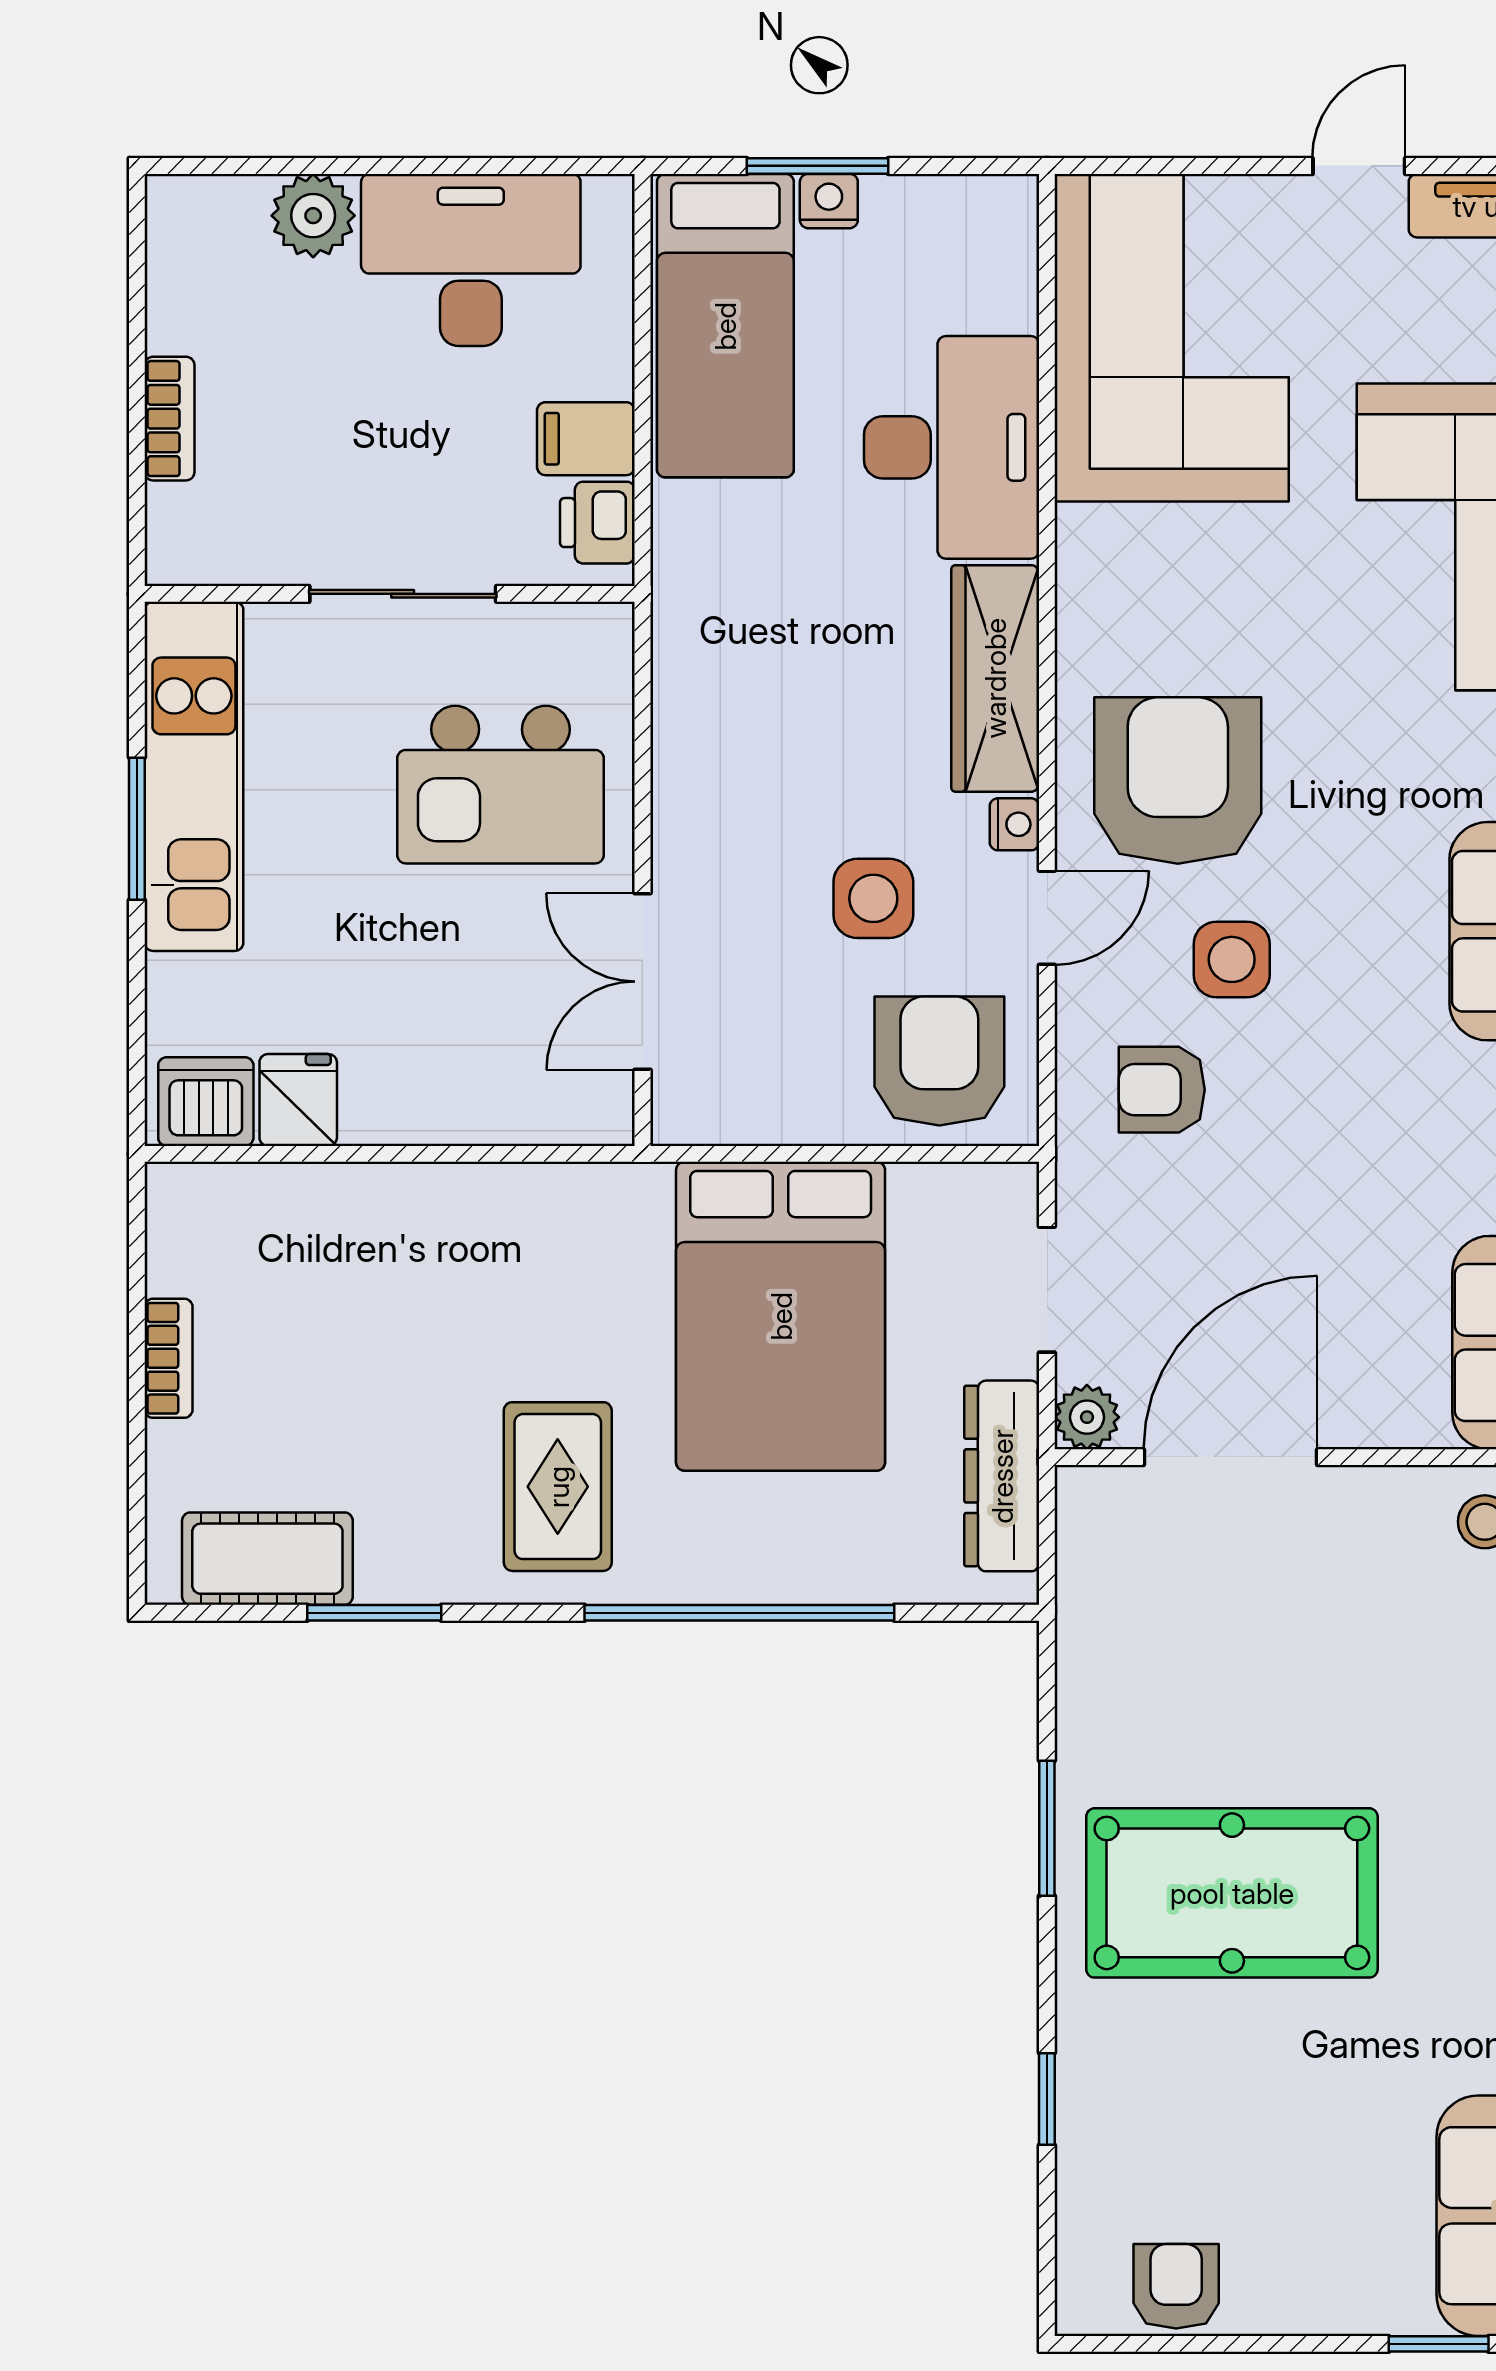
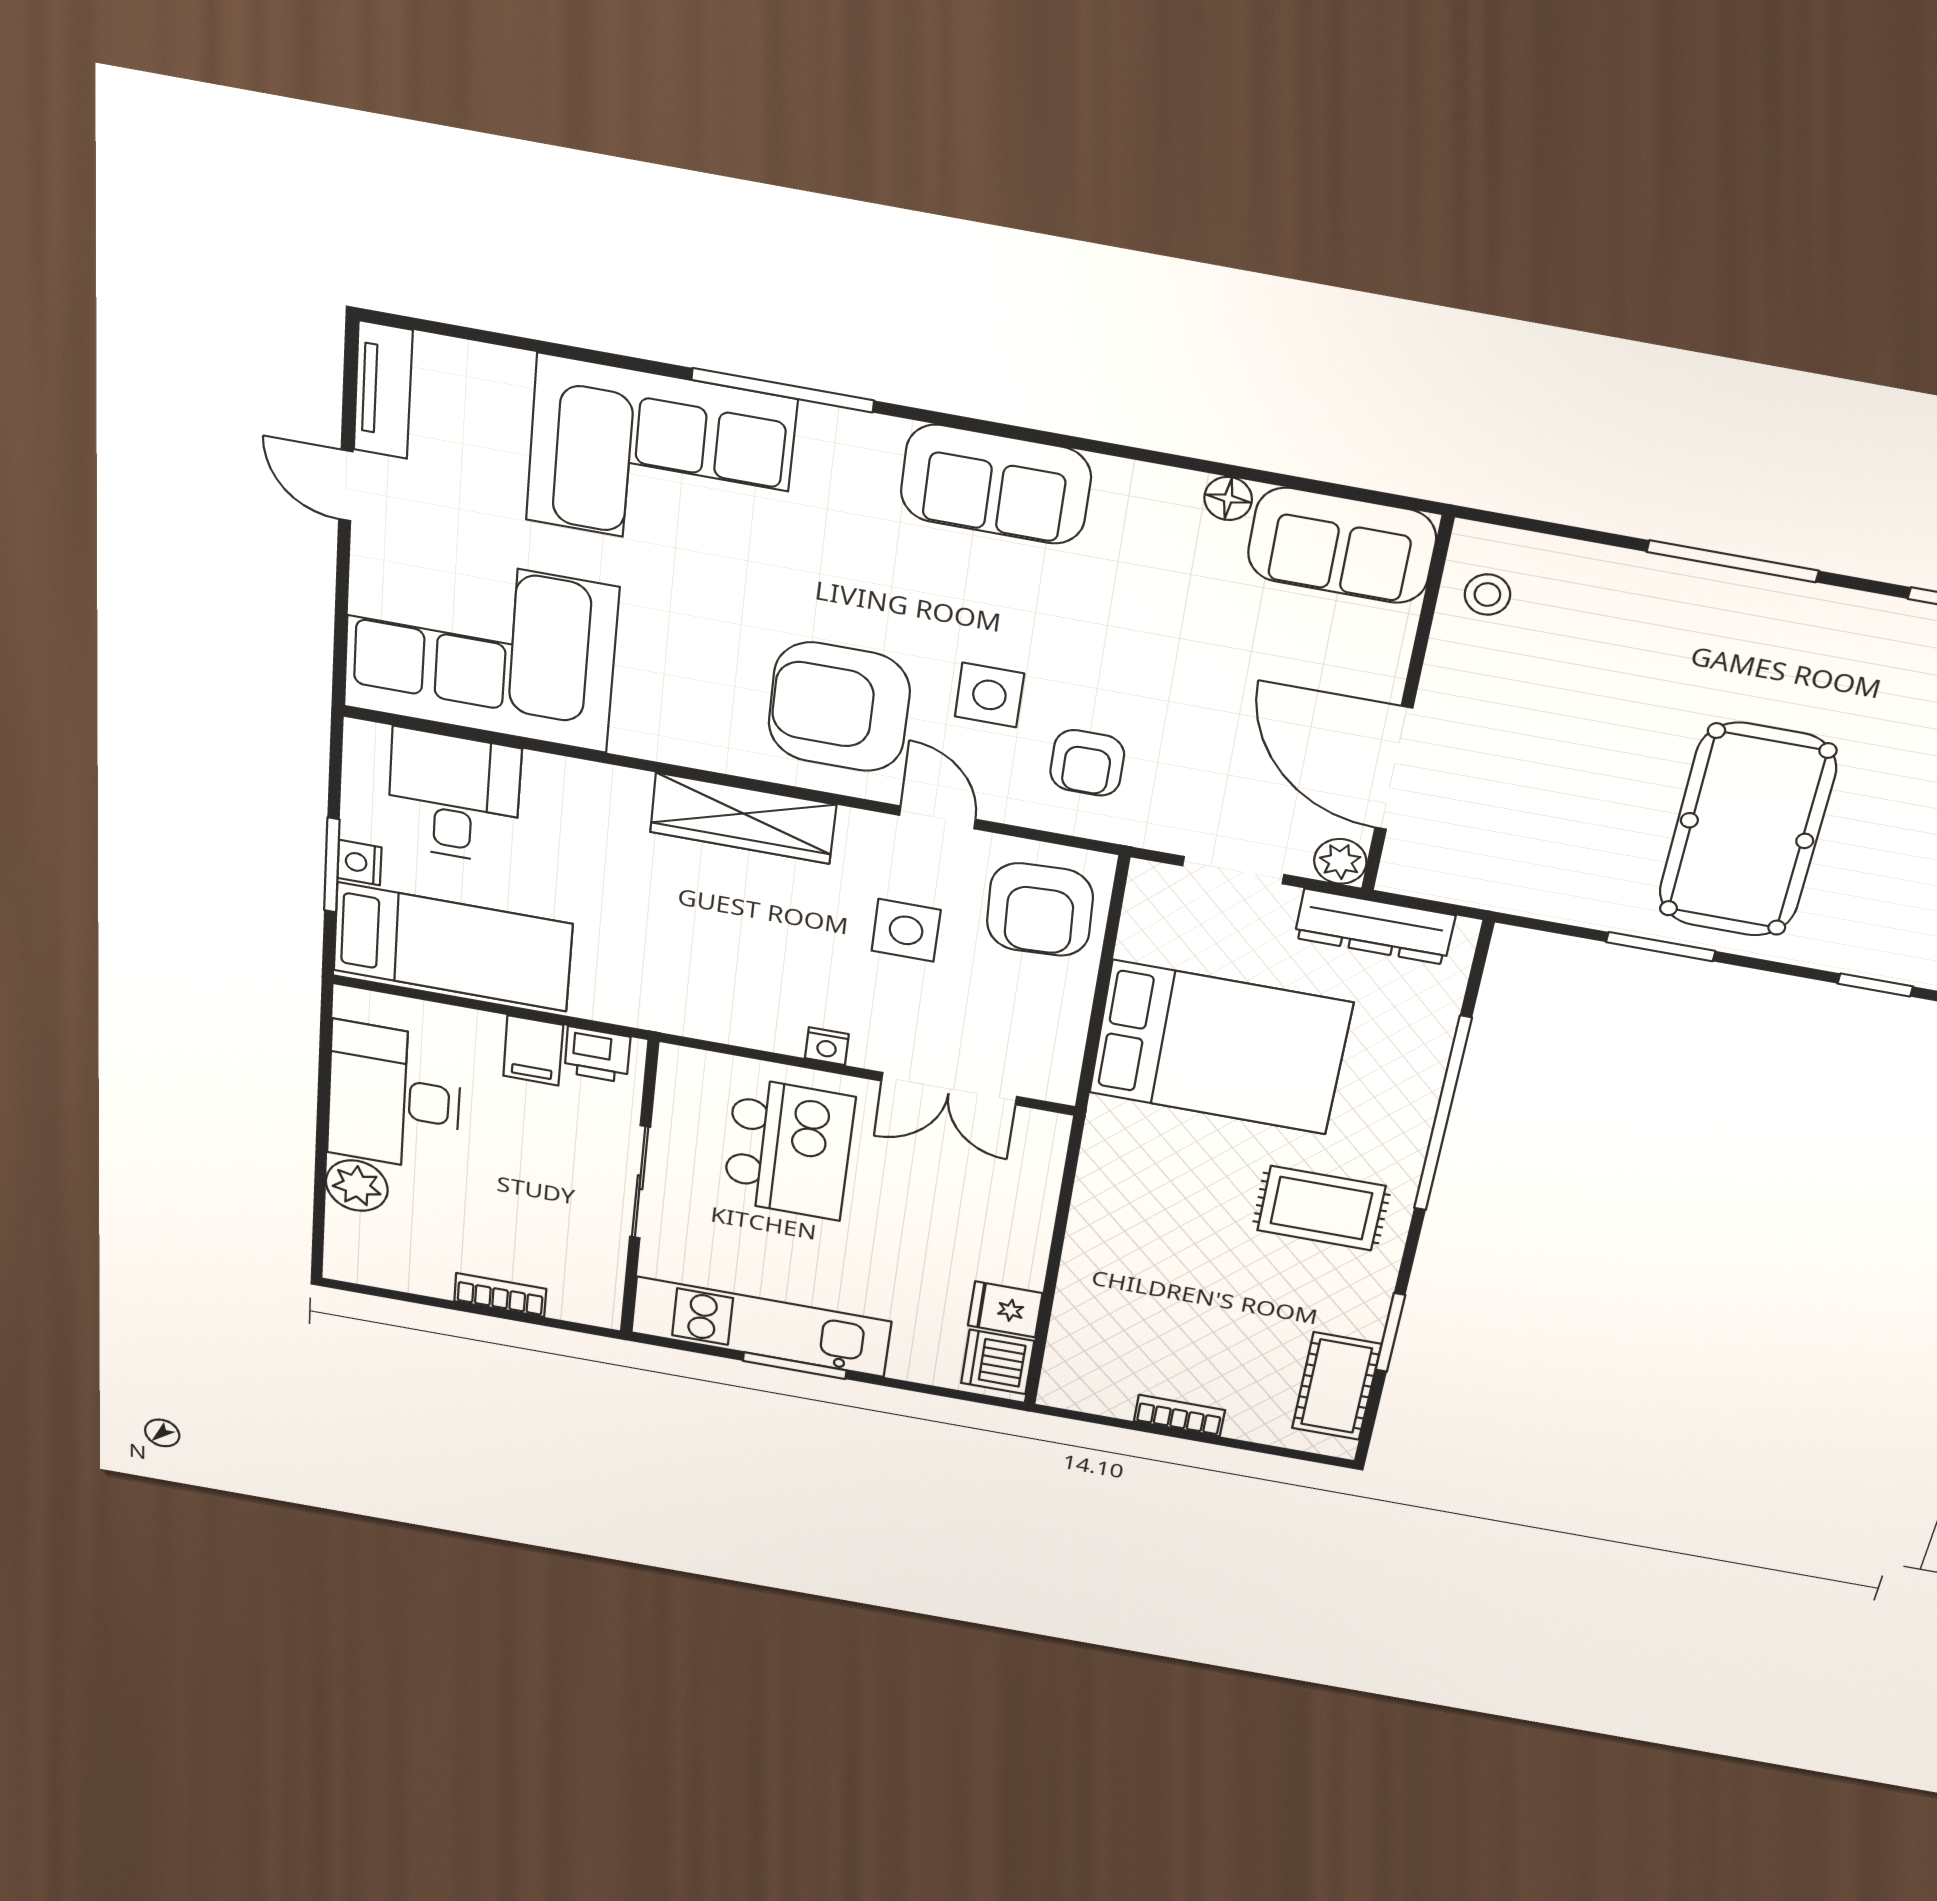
desk: (952, 447) -> (454, 797), moved, width x0.73
nightstand: (1014, 824) -> (827, 1046), moved, turned 180
armchair: (939, 1061) -> (1040, 910), turned -93

